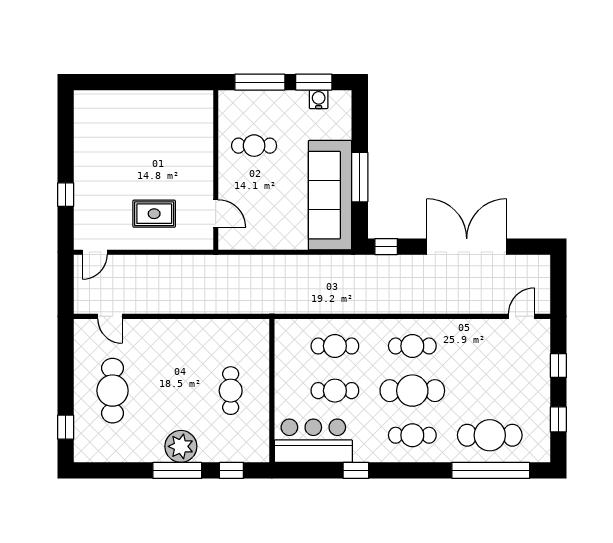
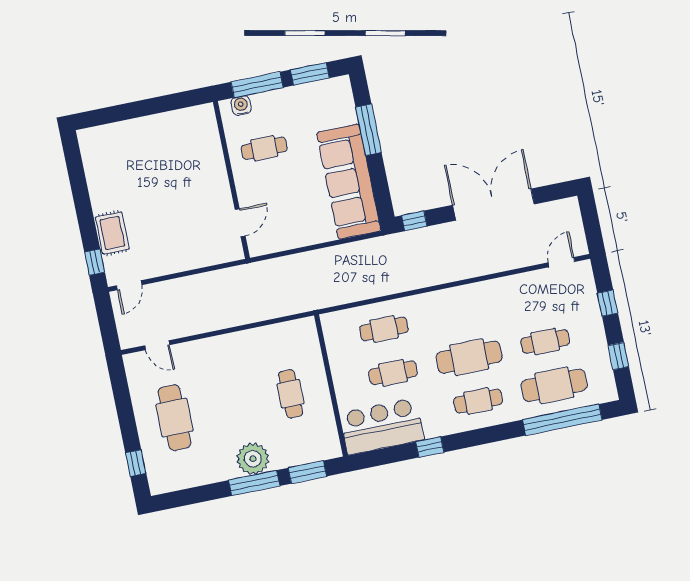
water cooler: (319, 99) -> (241, 106), moved
window: (360, 177) -> (369, 130), moved
window: (66, 195) -> (95, 262), moved
door: (216, 213) -> (240, 223), hinge flipped
rug: (154, 214) -> (112, 233), moved, turned 90
cafe table: (412, 346) -> (545, 342), moved
window: (231, 470) -> (307, 472), width x1.50

